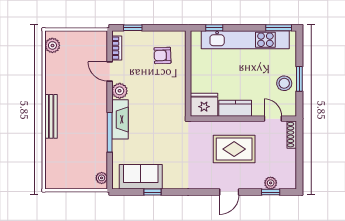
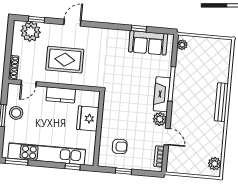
window: (133, 28) -> (123, 171), moved
fridge: (204, 105) -> (88, 118), moved, turned 90
door: (273, 119) -> (29, 83), hinge flipped
plant: (271, 183) -> (31, 32), width x1.87, depth x1.87

